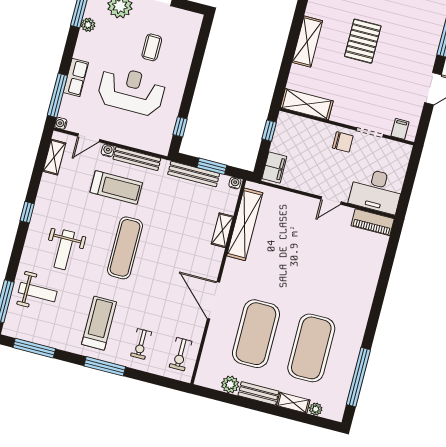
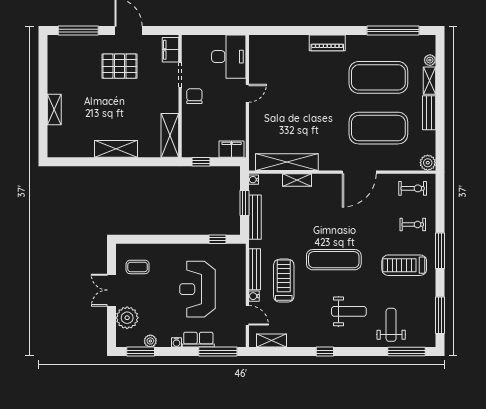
pallet: (363, 41) -> (119, 66), moved
coffee table: (152, 47) -> (138, 267), moved
water cooler: (61, 123) -> (177, 342), moved
filing cabinet: (400, 129) -> (171, 50), width x2.00
door: (331, 201) -> (247, 93), hinge flipped
piano: (373, 222) -> (327, 43), moved, turned 90
plant: (230, 384) -> (428, 163), moved

